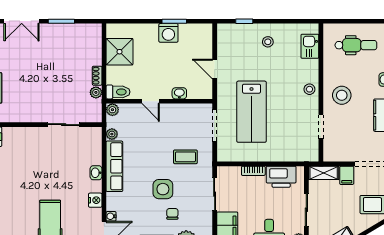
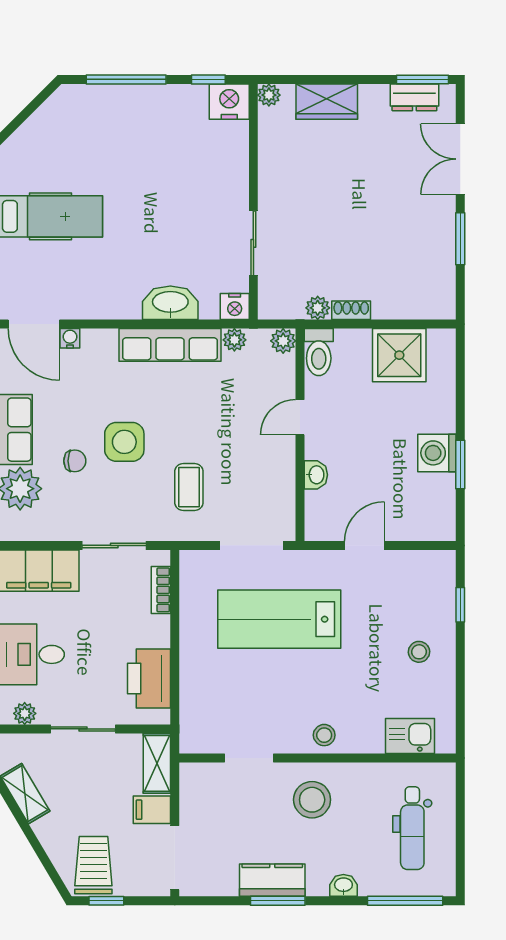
bookcase: (253, 171) -> (161, 590), moved
washbasin: (96, 173) -> (170, 303), width x1.91, depth x1.45
nightstand: (95, 200) -> (235, 307), moved

